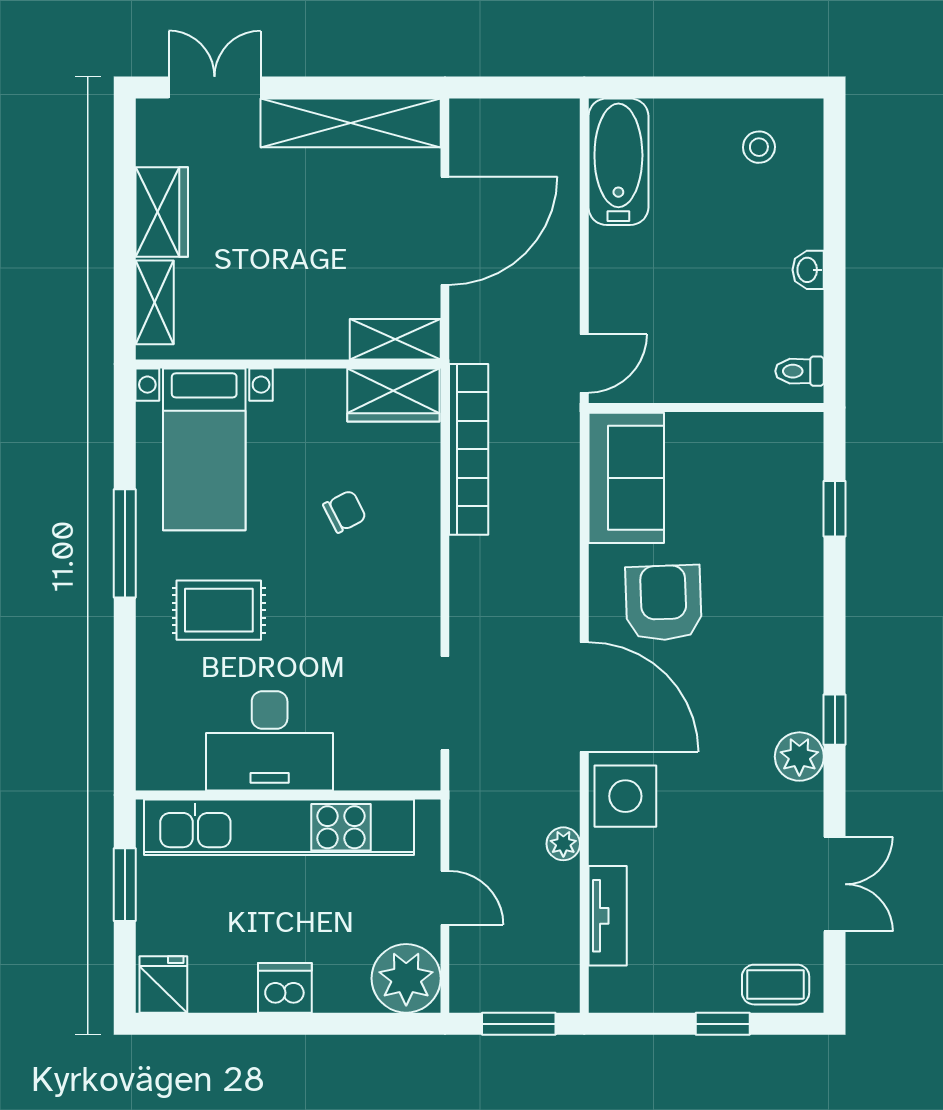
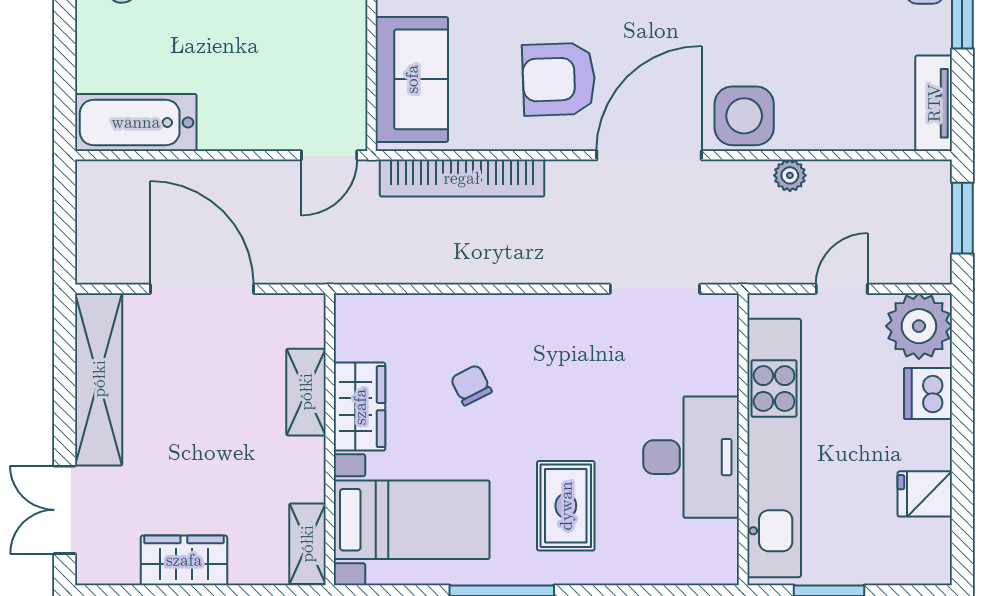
shelving: (155, 302) -> (307, 544), moved, turned 90
shelving: (395, 339) -> (306, 392), moved
door: (584, 363) -> (329, 155), swing flipped
wardrobe: (393, 395) -> (360, 407), moved
bookcase: (469, 449) -> (462, 178), moved, turned 180
sofa: (626, 478) -> (412, 79), moved, turned 90
tv unit: (608, 916) -> (934, 103), moved, turned -90
fridge: (163, 985) -> (925, 494), moved
dishwasher: (285, 988) -> (928, 394), moved

